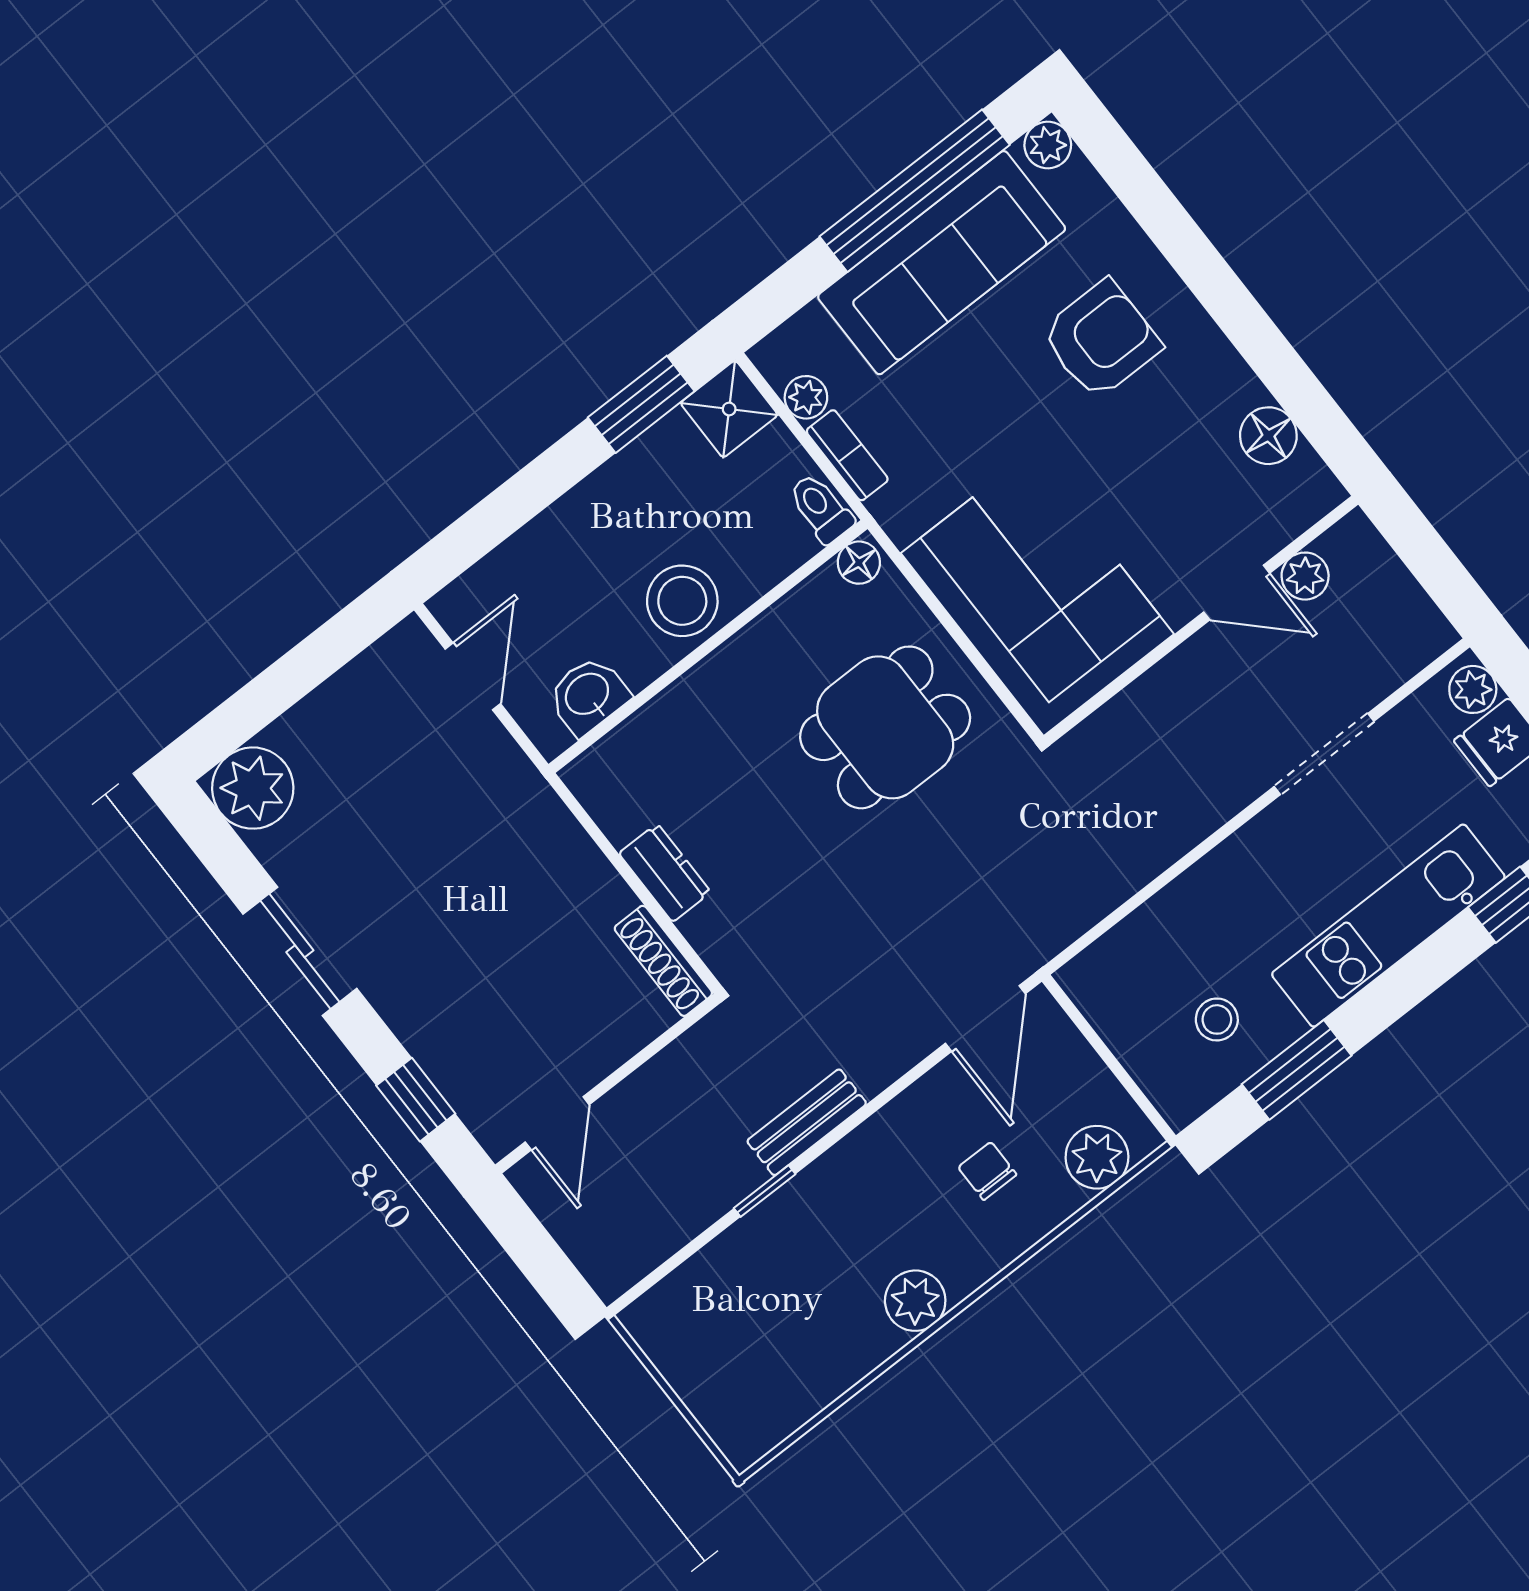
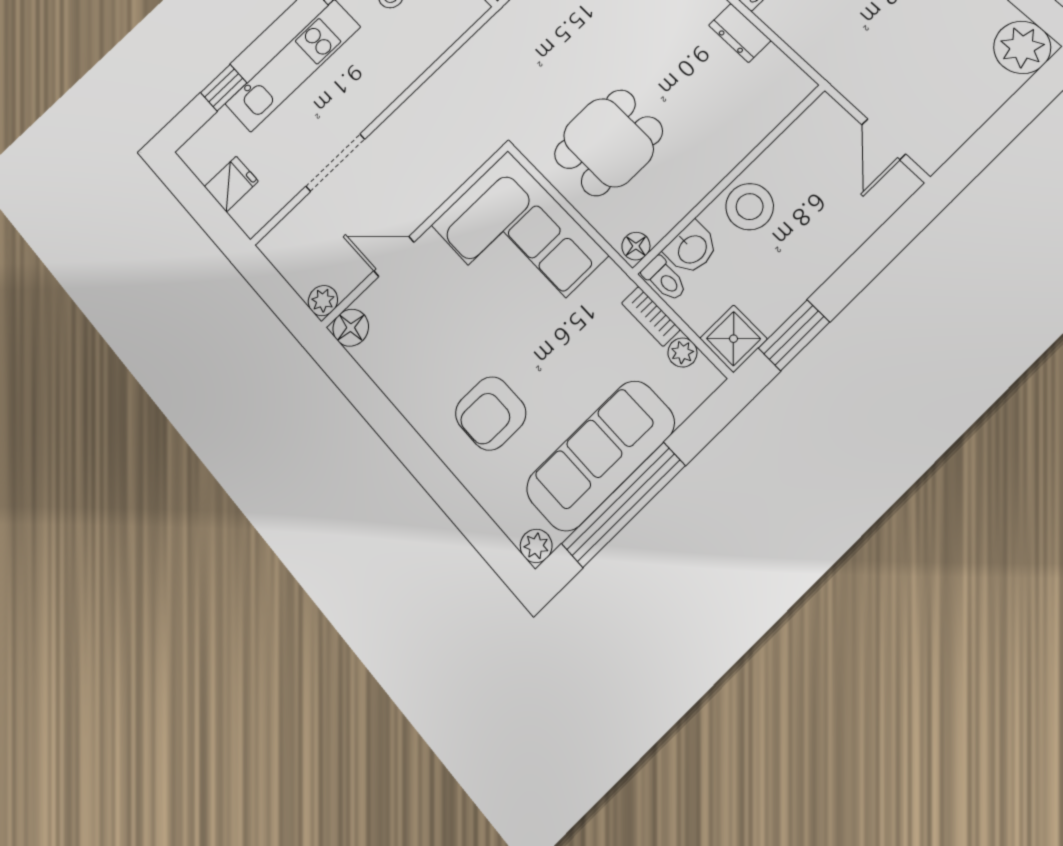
floor lamp: (1268, 436) -> (351, 328), moved
plant: (1305, 576) -> (323, 301), moved
plant: (1473, 689) -> (248, 214), removed
washbasin: (588, 695) -> (692, 249), moved

